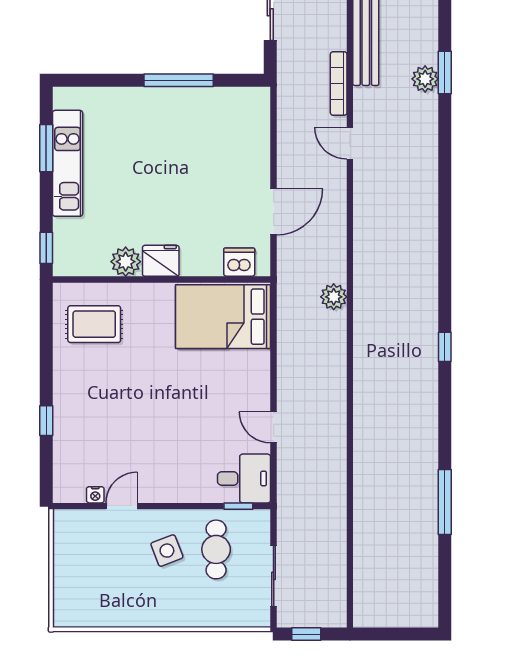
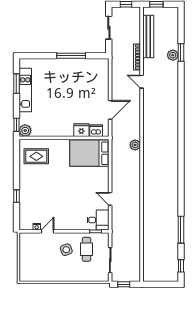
fridge: (161, 261) -> (81, 130), moved
plant: (126, 262) -> (25, 130), moved
window: (445, 347) -> (181, 266), moved

